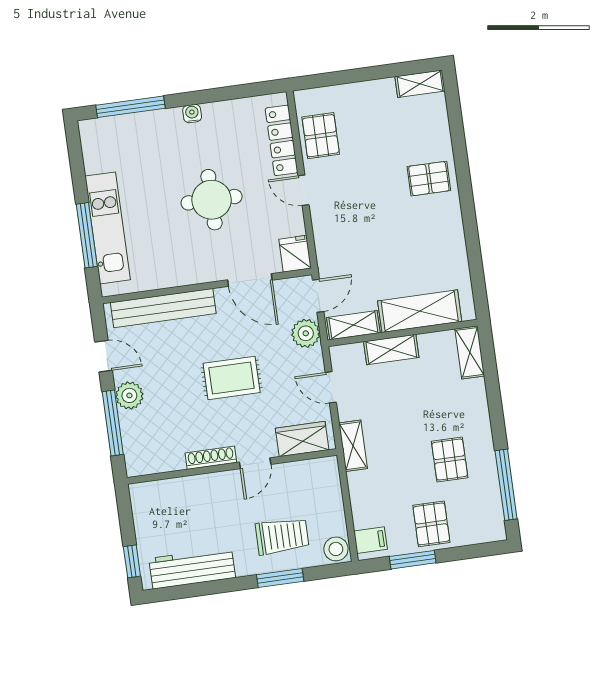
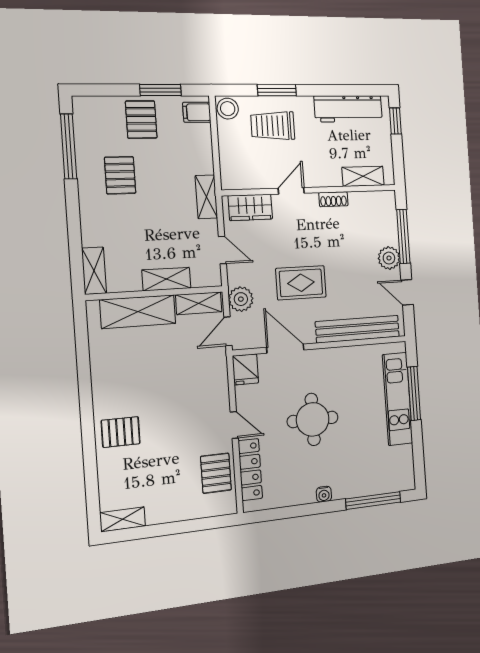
rug: (232, 378) -> (301, 283), moved
shoe rack: (211, 458) -> (333, 199), width x0.70
shelving: (169, 490) -> (363, 176), added

